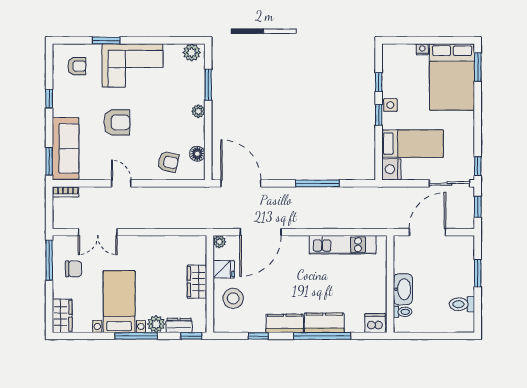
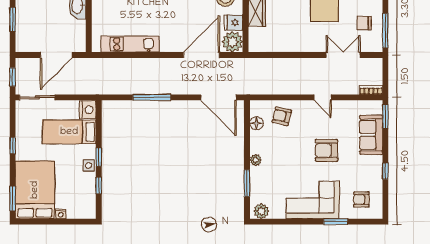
sofa: (66, 148) -> (371, 135), width x0.73
window: (478, 166) -> (13, 146), moved
plant: (219, 242) -> (232, 42), width x1.87, depth x1.87

